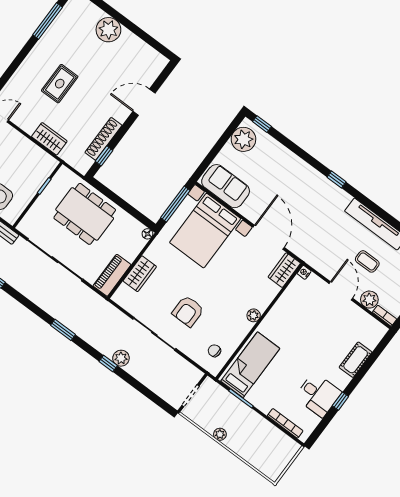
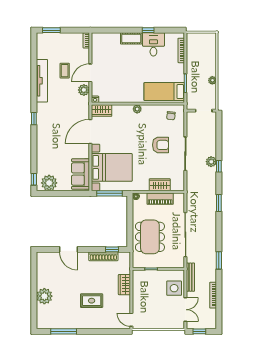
piano: (112, 275) -> (160, 199), moved
plant: (369, 300) -> (84, 90), moved
cot: (356, 360) -> (131, 38), moved

